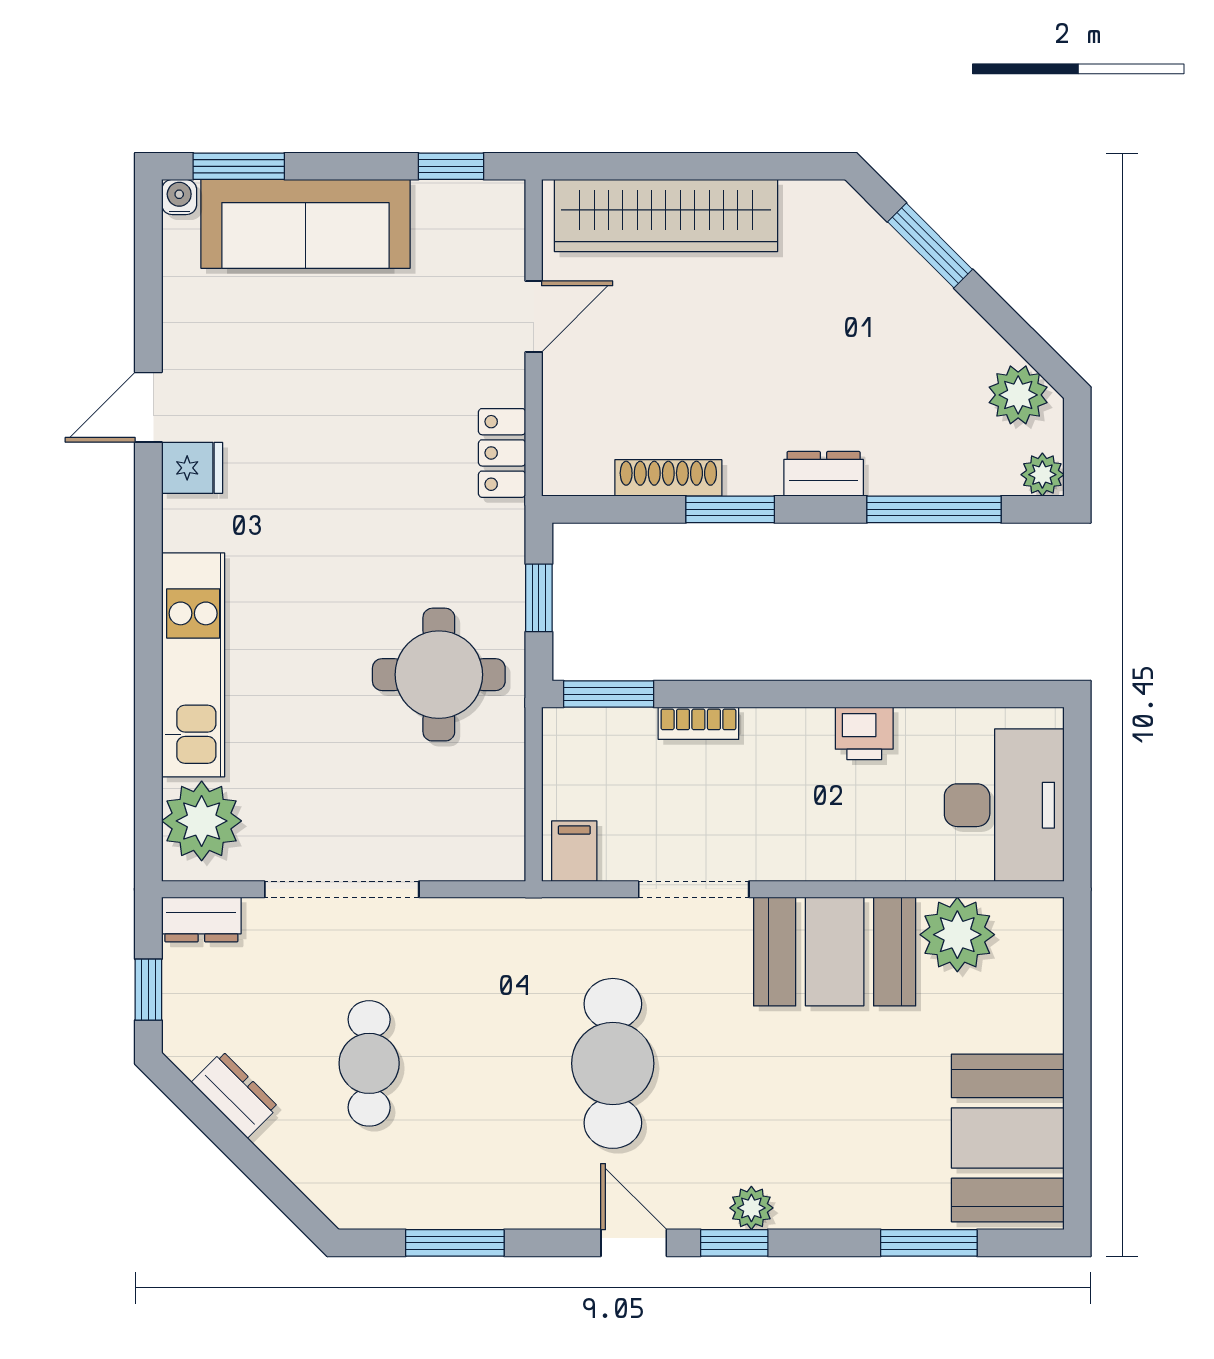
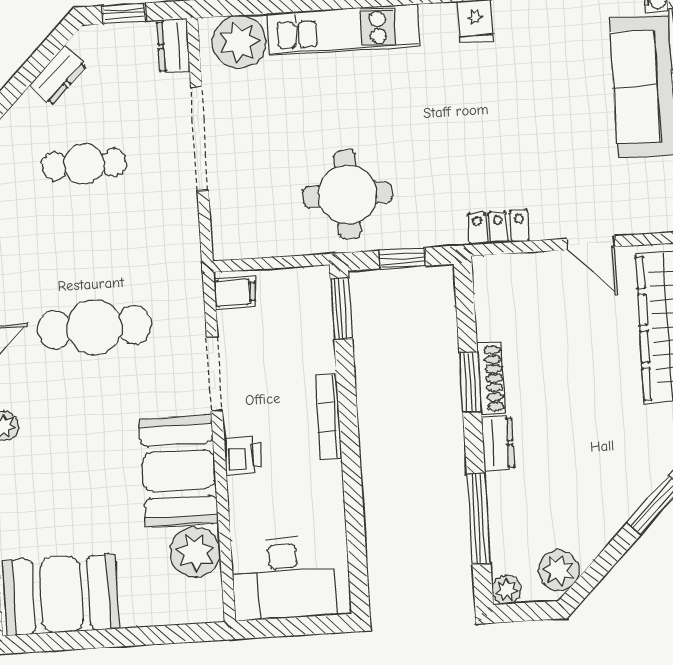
shoe rack: (668, 478) -> (491, 378), moved
bookcase: (698, 723) -> (329, 417), moved, width x1.56
printer: (864, 733) -> (242, 455), moved, turned 180

